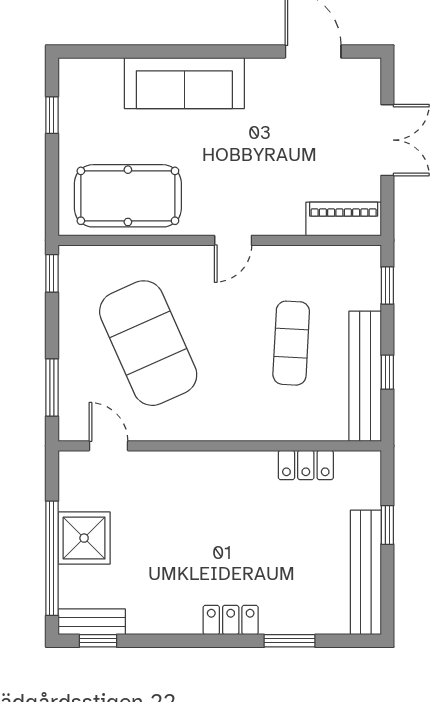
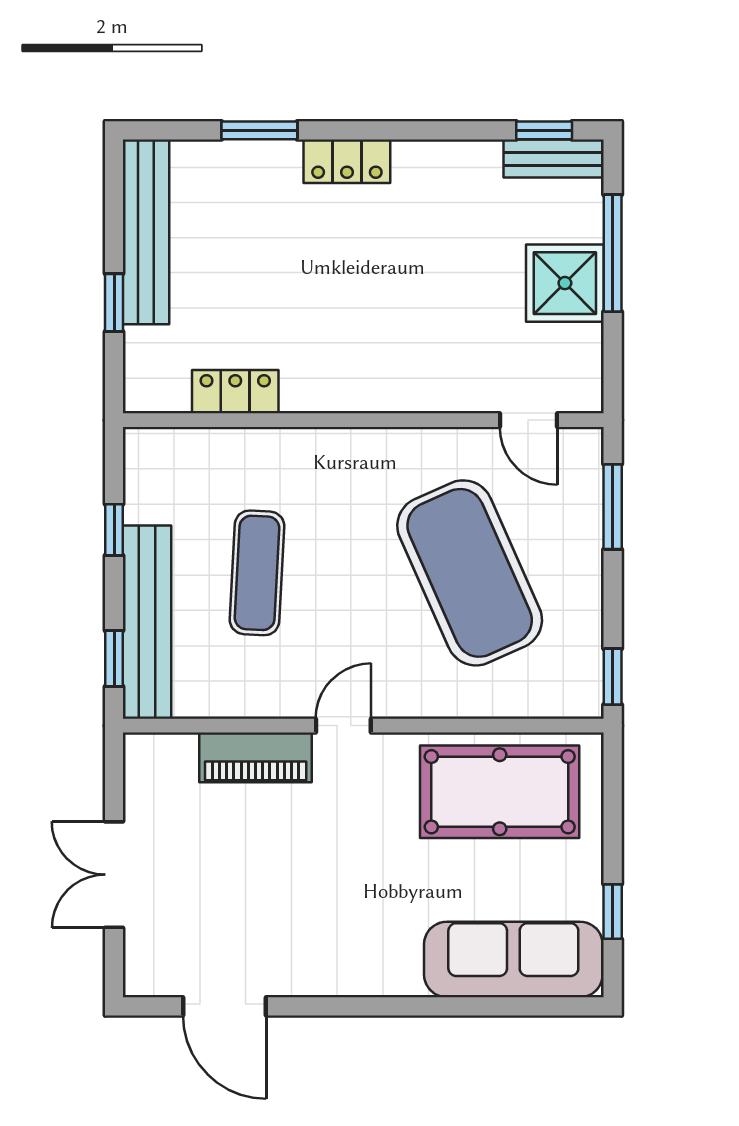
sofa: (184, 83) -> (513, 959), moved
piano: (344, 219) -> (256, 757), moved
bench: (365, 376) -> (147, 622), moved
window: (52, 558) -> (613, 253), width x0.68

